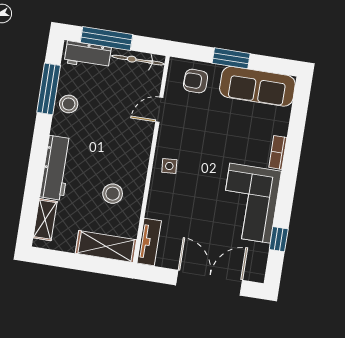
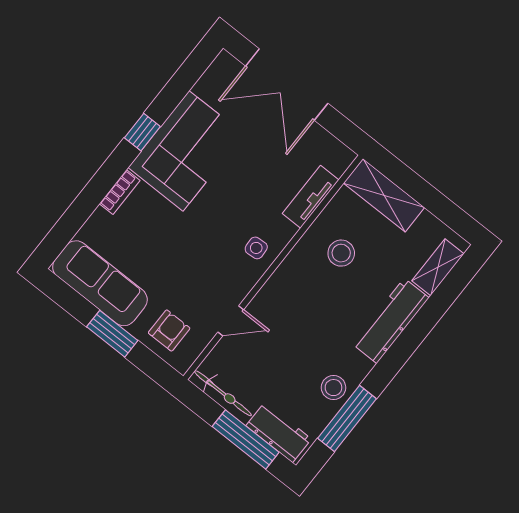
armchair: (196, 81) -> (169, 330), turned -91
window: (279, 239) -> (142, 132), moved
tv unit: (149, 242) -> (311, 197), moved

